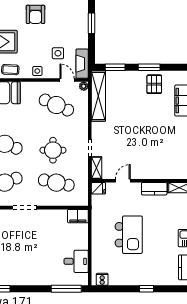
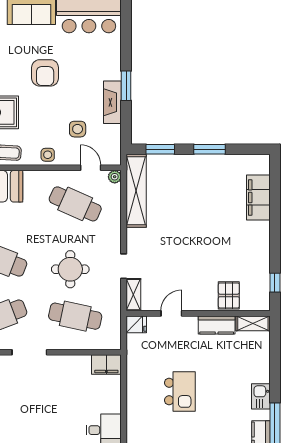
fireplace: (82, 64) -> (112, 102), moved
pallet: (154, 84) -> (229, 295), moved
kitchen island: (129, 235) -> (180, 391), width x0.73, depth x0.78

